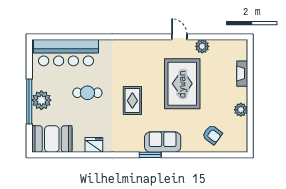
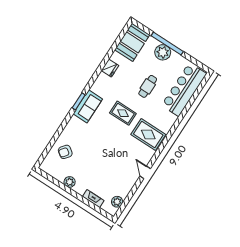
door: (179, 37) -> (145, 172), swing flipped
plant: (202, 46) -> (117, 202), moved
rug: (182, 84) -> (148, 135), moved, width x0.73, depth x0.69
sofa: (163, 142) -> (88, 106), moved

